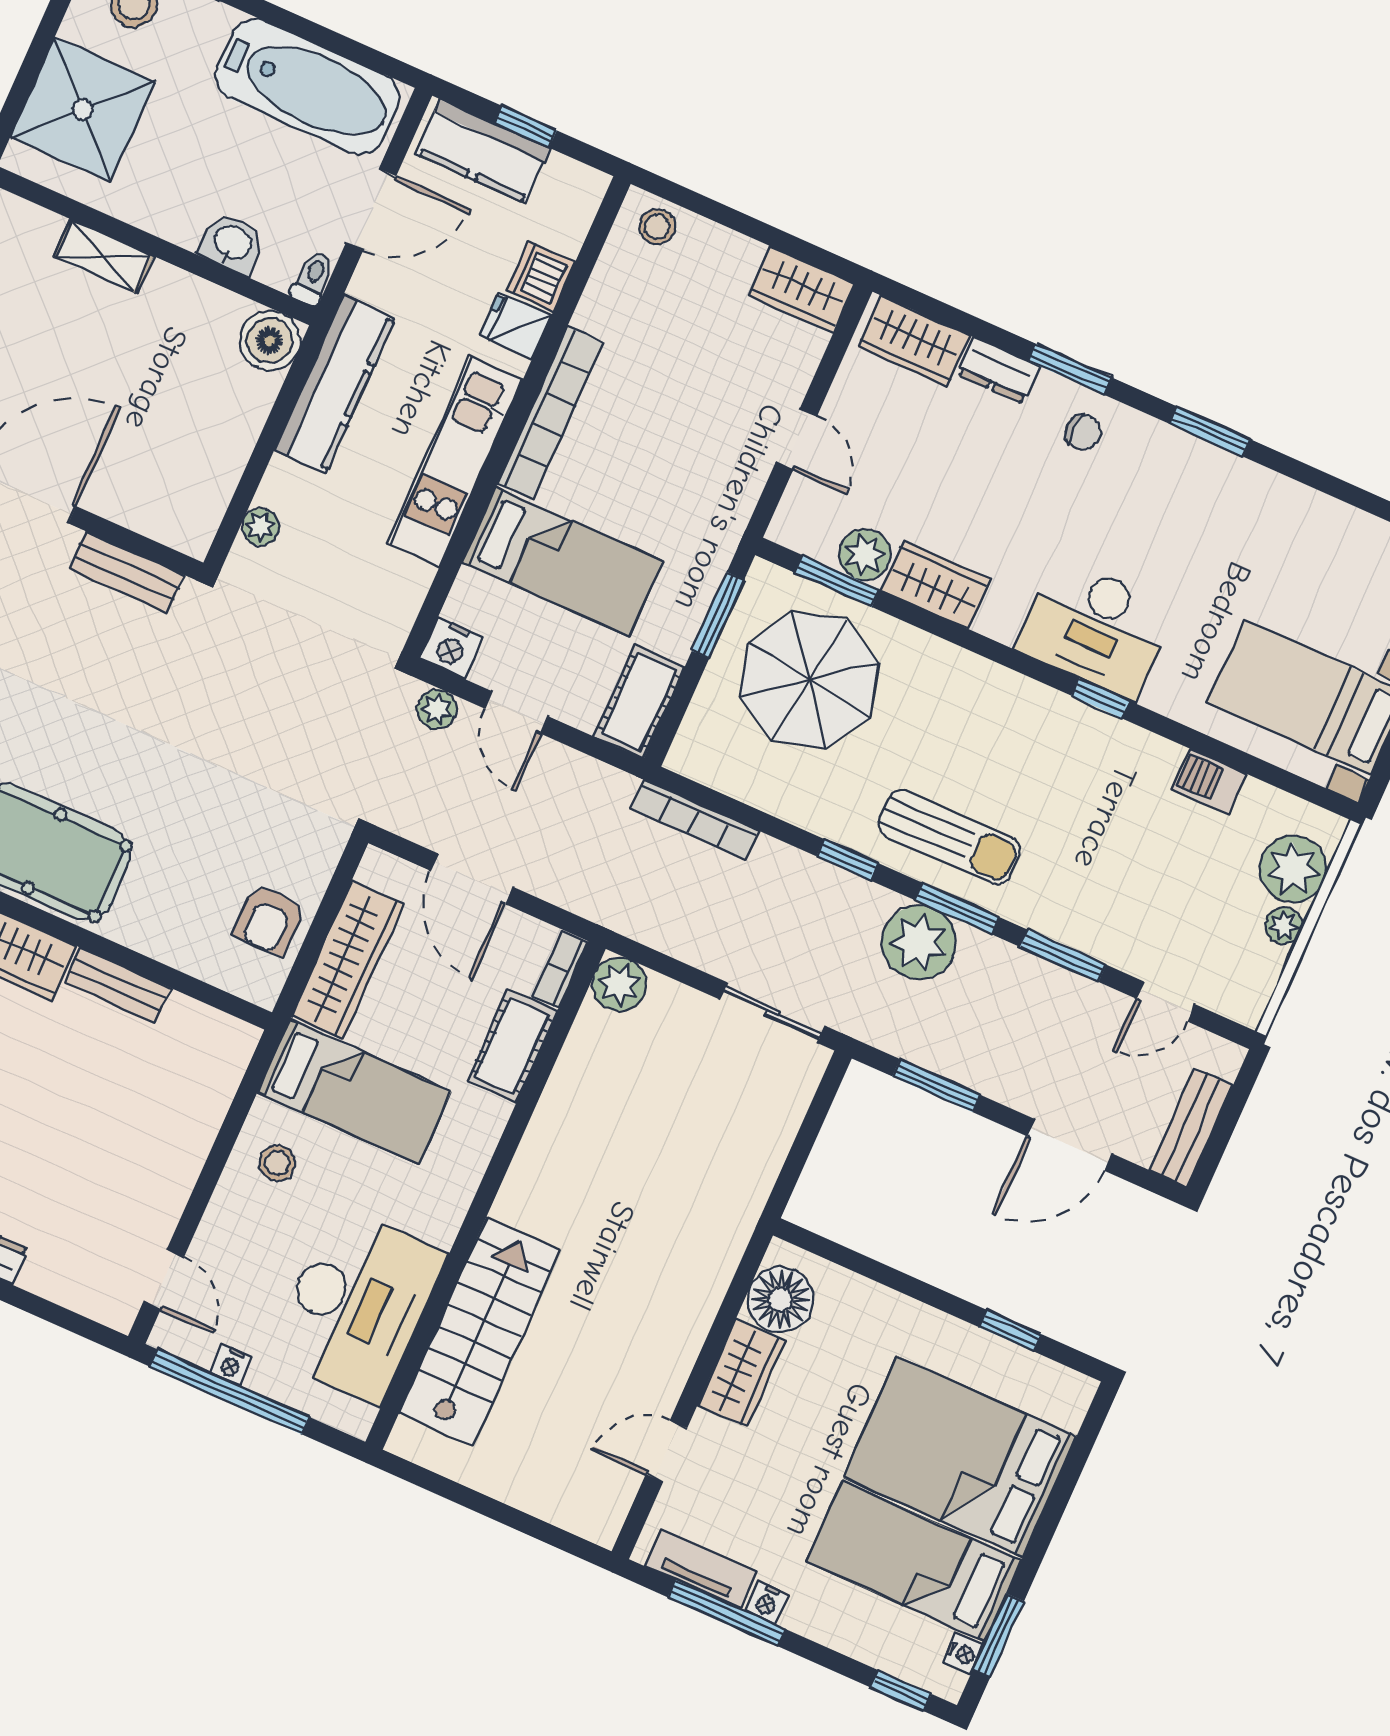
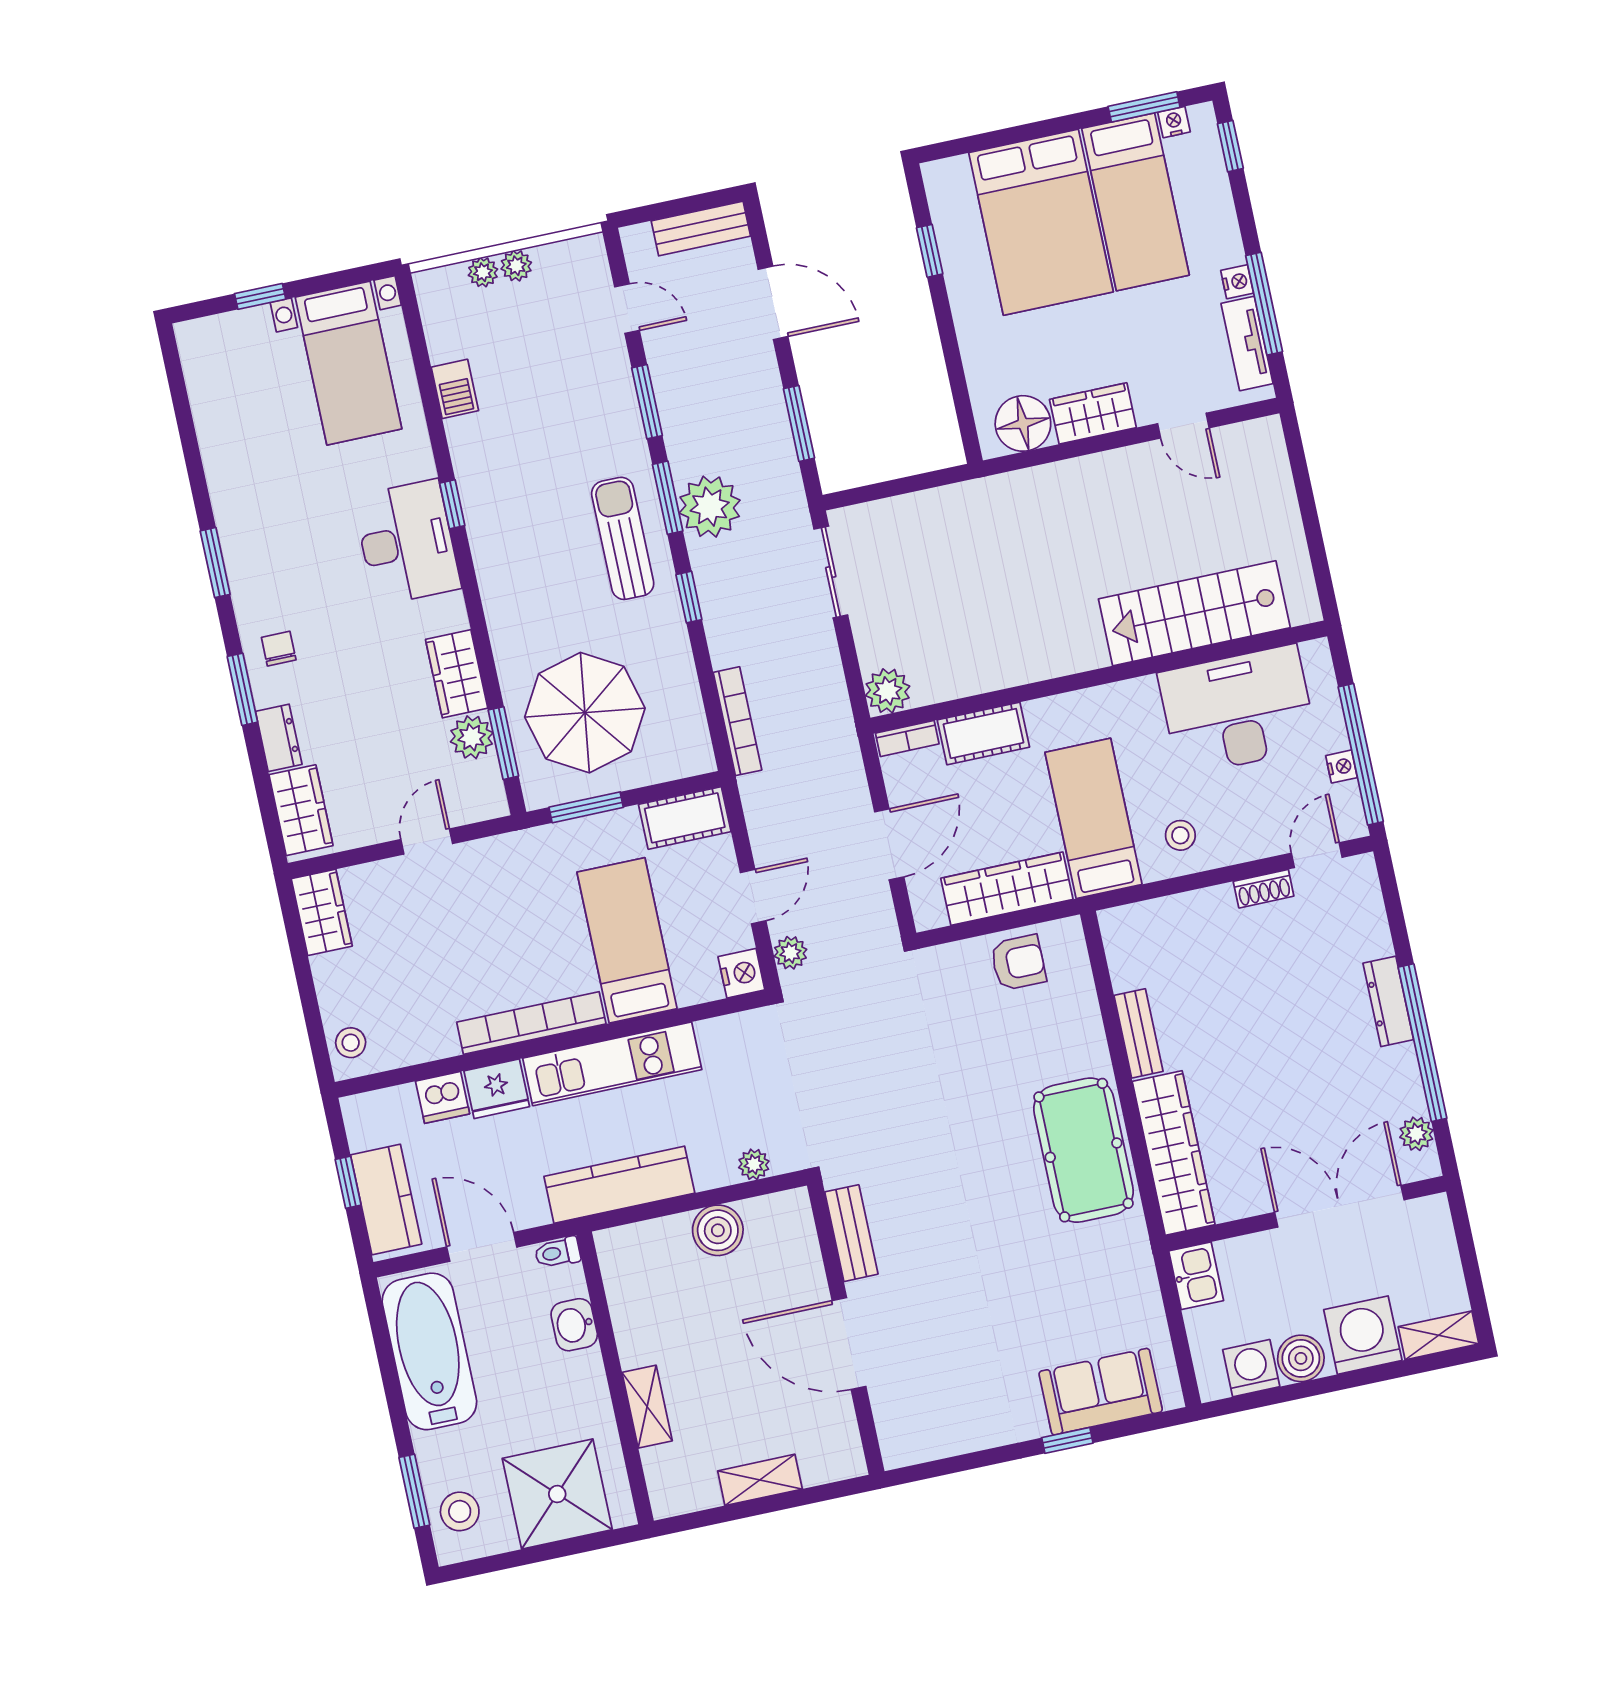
fridge: (515, 325) -> (497, 1089), width x1.38
boiler: (270, 340) -> (718, 1230), moved
plant: (1293, 869) -> (483, 272), width x0.53, depth x0.53
shoe rack: (169, 1205) -> (1264, 889), added

